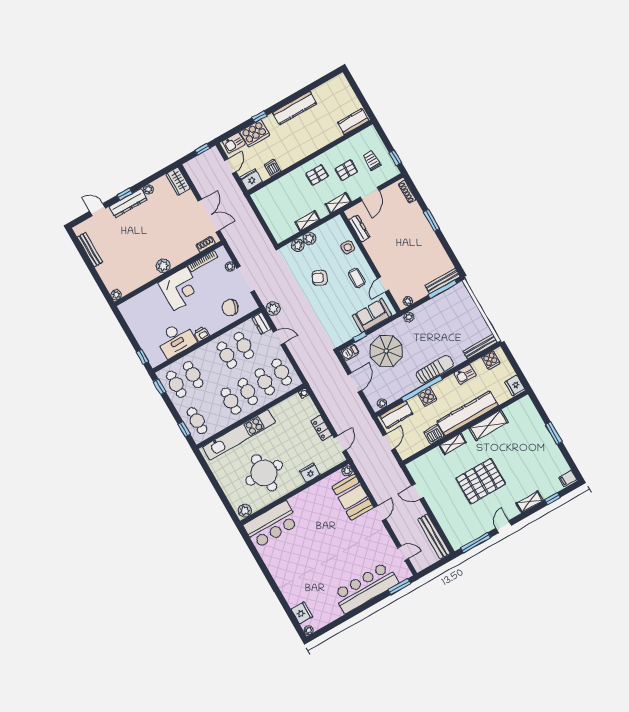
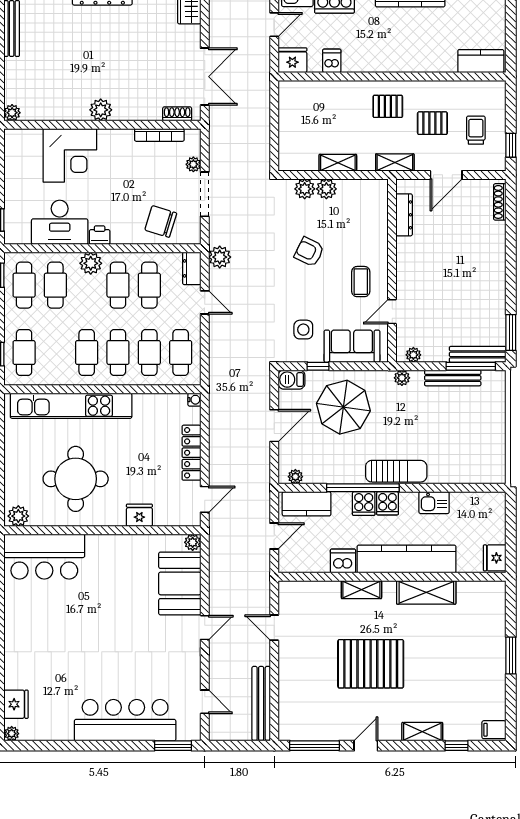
window: (431, 220) -> (511, 332), moved
side table: (348, 247) -> (303, 330), moved
corner desk: (180, 289) -> (70, 155), moved
bench: (480, 347) -> (453, 378), moved
plant: (205, 352) -> (91, 263), added
cooker: (491, 360) -> (387, 503), moved
locker: (322, 428) -> (191, 453), width x1.53

